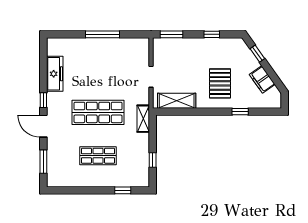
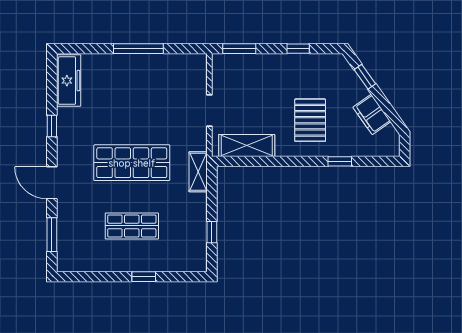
freezer: (55, 74) -> (69, 81), moved
window: (43, 100) -> (52, 126), moved
window: (123, 190) -> (144, 277), moved

